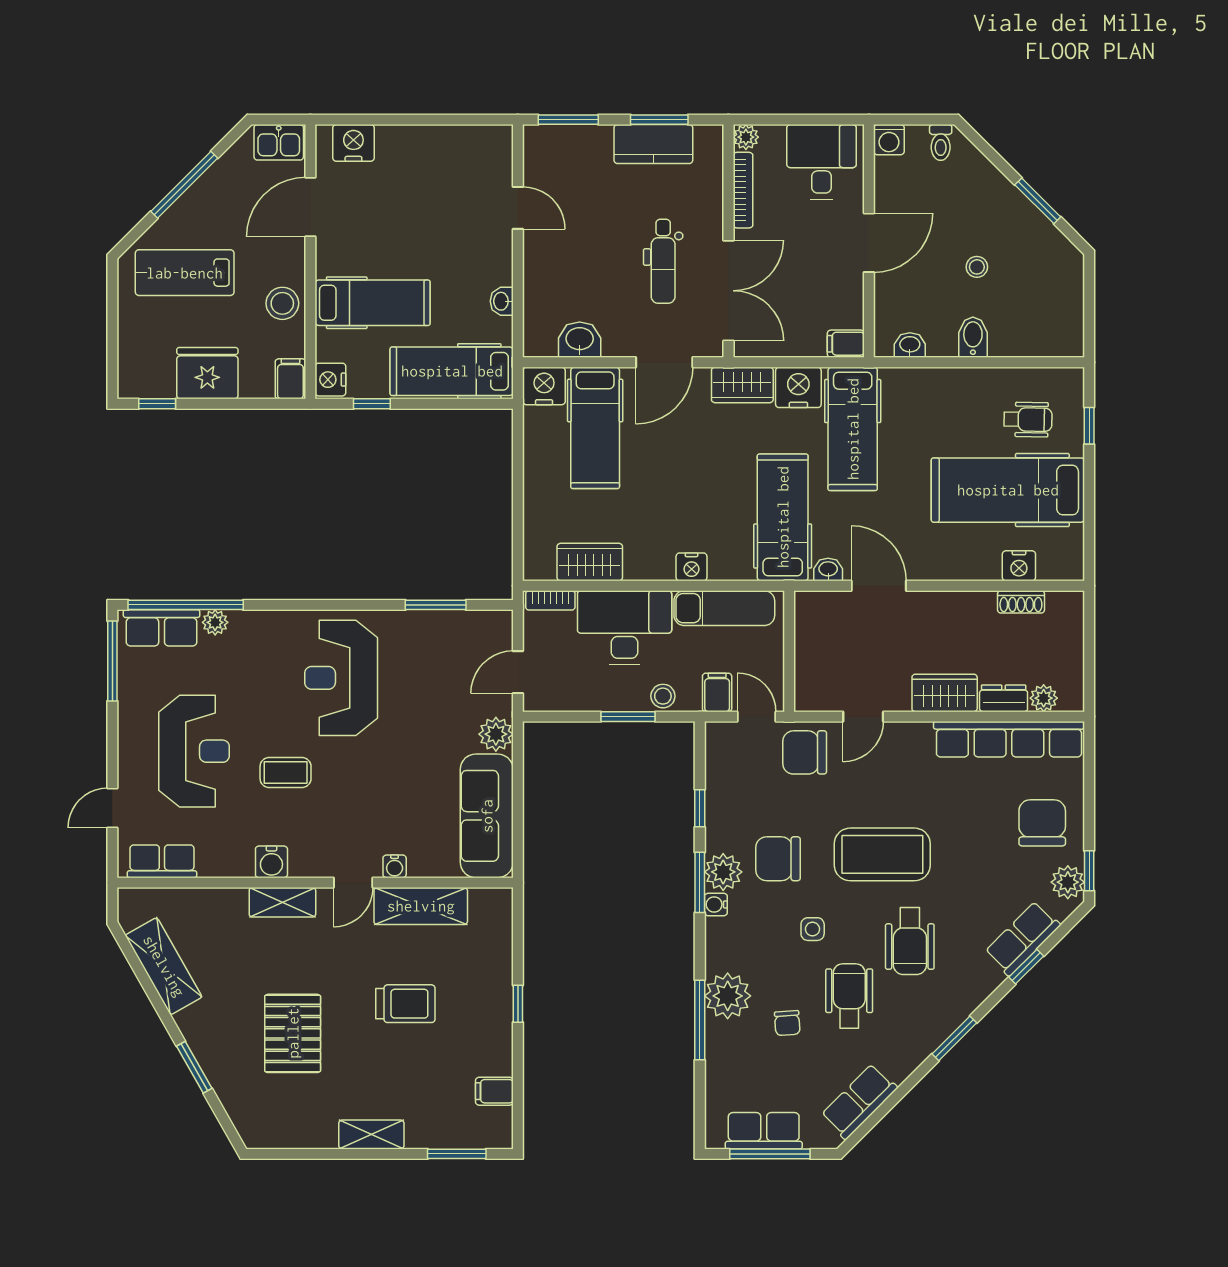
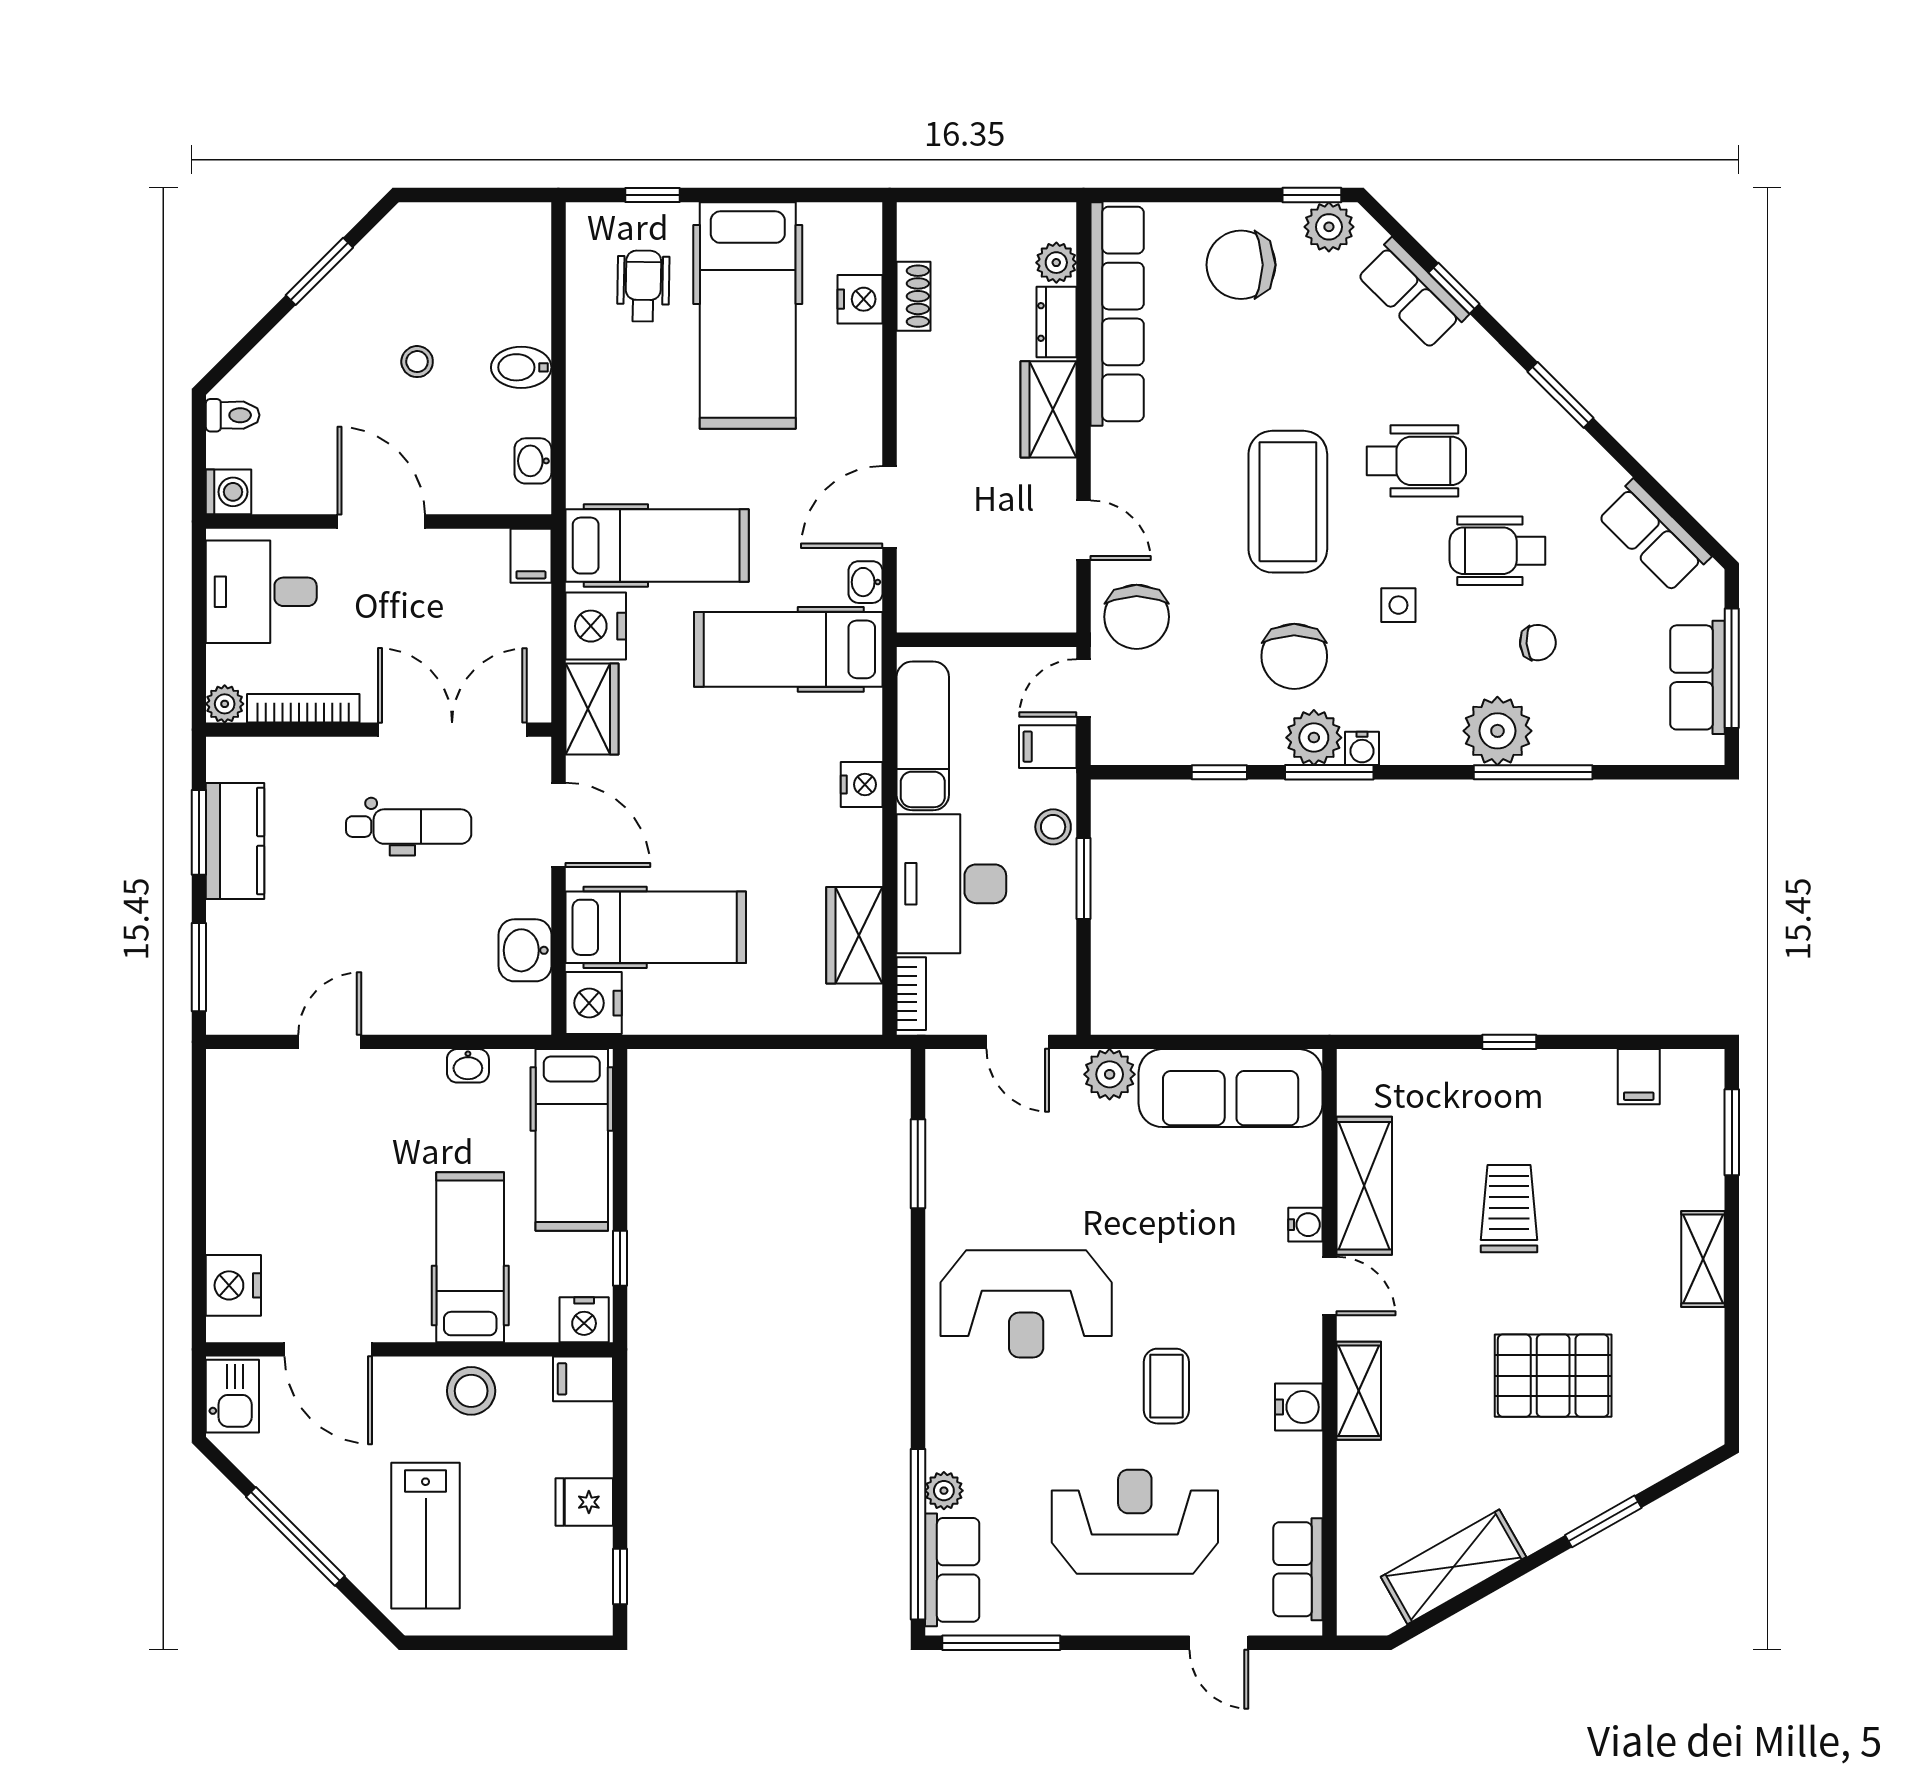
fridge: (207, 373) -> (584, 1502), width x0.53, depth x0.75

